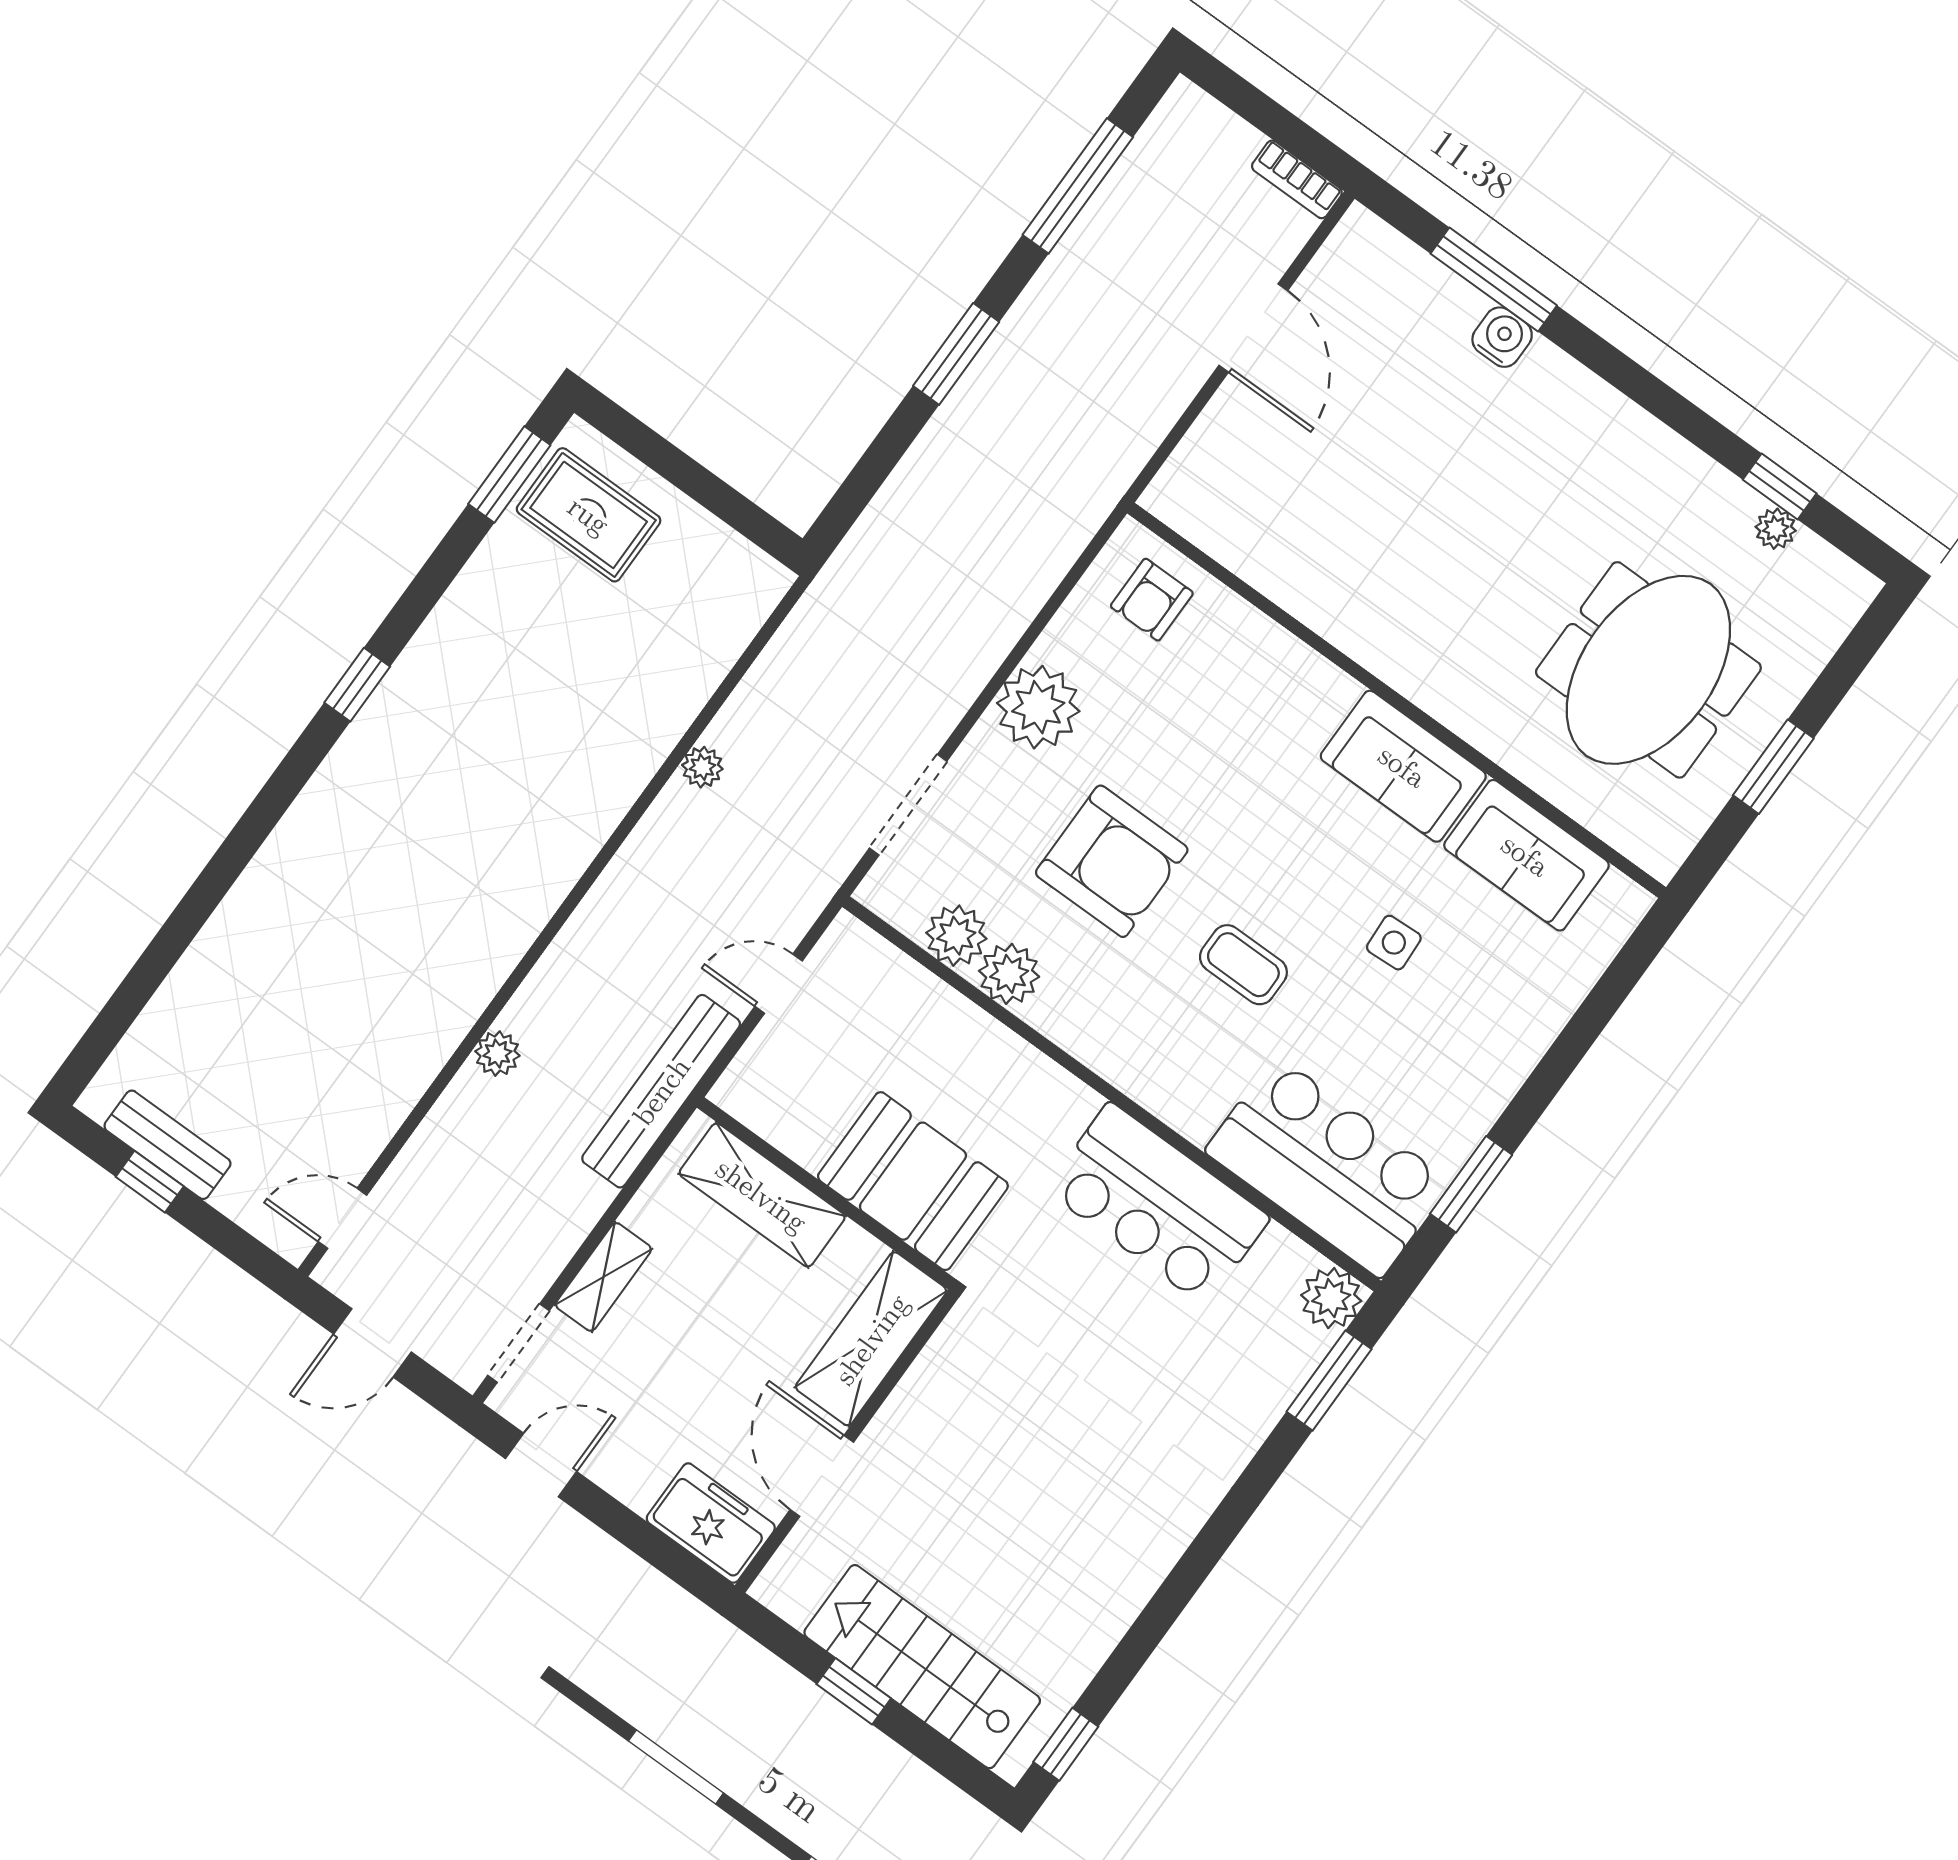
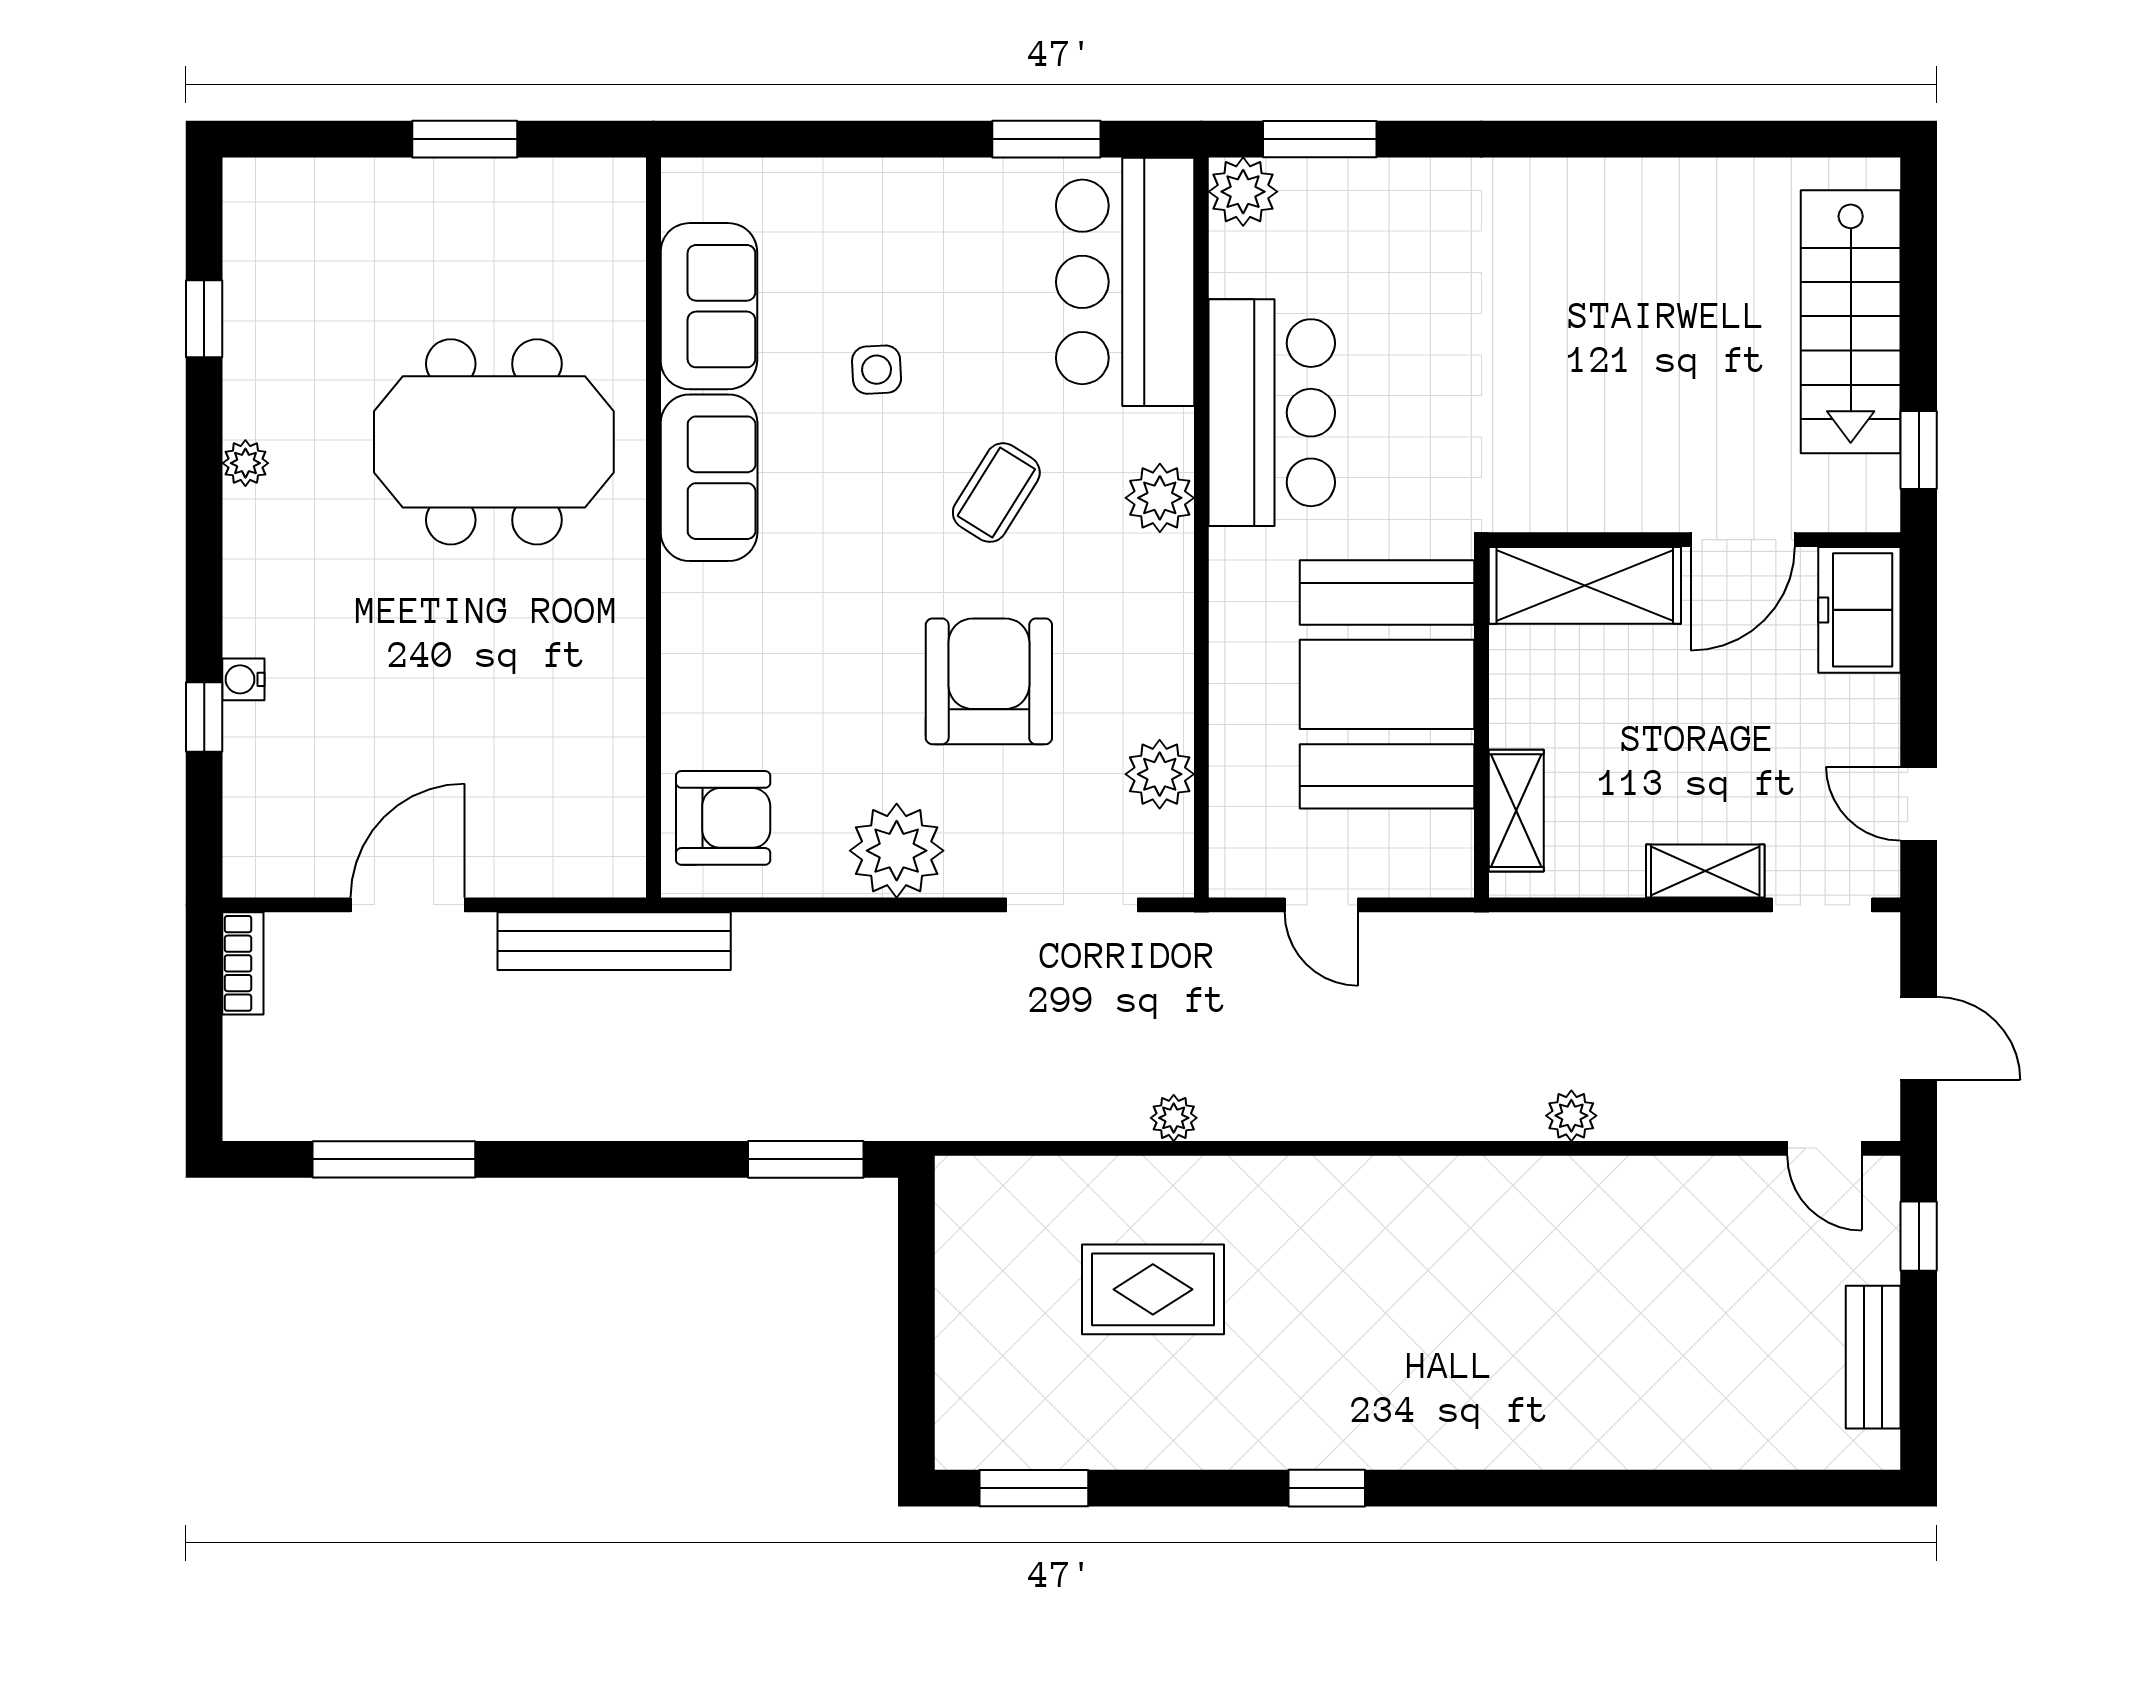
window: (1494, 280) -> (204, 717), width x0.46
water cooler: (1502, 337) -> (243, 679), width x0.72, depth x0.72
window: (956, 354) -> (806, 1159), moved
rug: (589, 515) -> (1153, 1289), moved, turned 90
plant: (1776, 529) -> (245, 463), moved
armchair: (1152, 600) -> (723, 818), width x1.38, depth x1.38
meeting table: (1648, 670) -> (494, 442), moved
coffee table: (1243, 965) -> (996, 493), turned 32
plant: (1009, 974) -> (1160, 498), moved
bench: (661, 1091) -> (614, 941), moved
booth: (913, 1181) -> (1387, 684), width x1.36, depth x1.42
window: (150, 1182) -> (1919, 1236), moved
shelving: (762, 1195) -> (1516, 811), width x0.67, depth x0.75
window: (854, 1691) -> (1919, 450), moved
window: (1066, 1744) -> (1827, 139), removed

